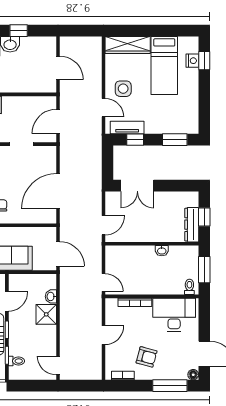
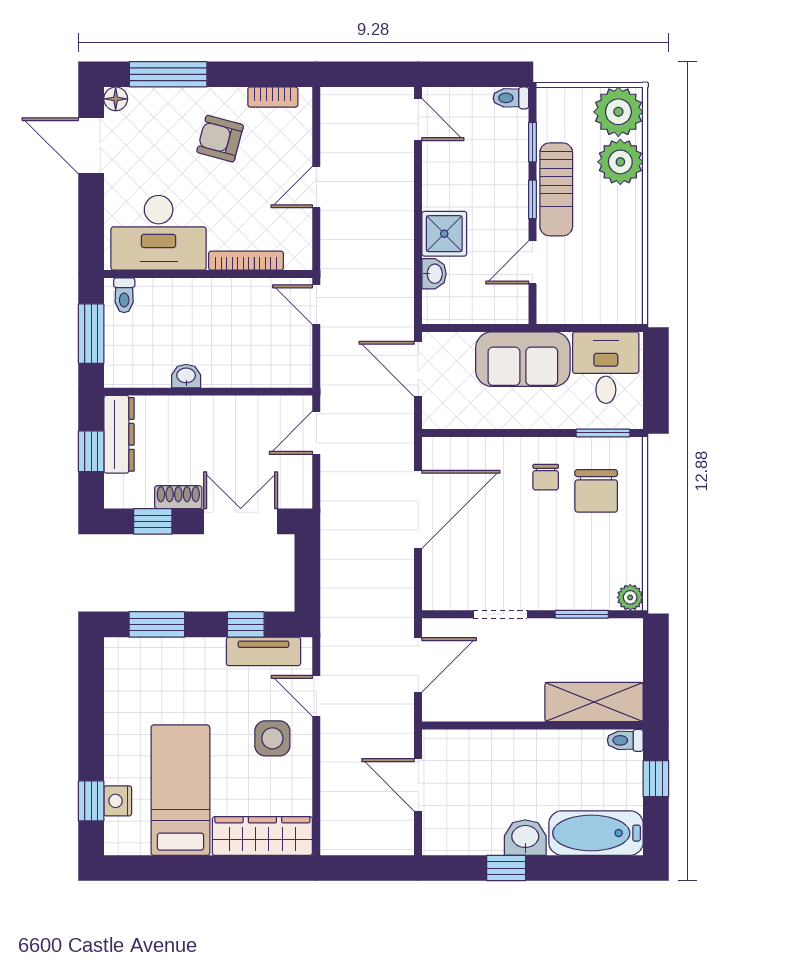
window: (177, 186) -> (153, 521), added
shoe rack: (165, 197) -> (178, 497), added
toilet: (16, 361) -> (511, 98), moved

